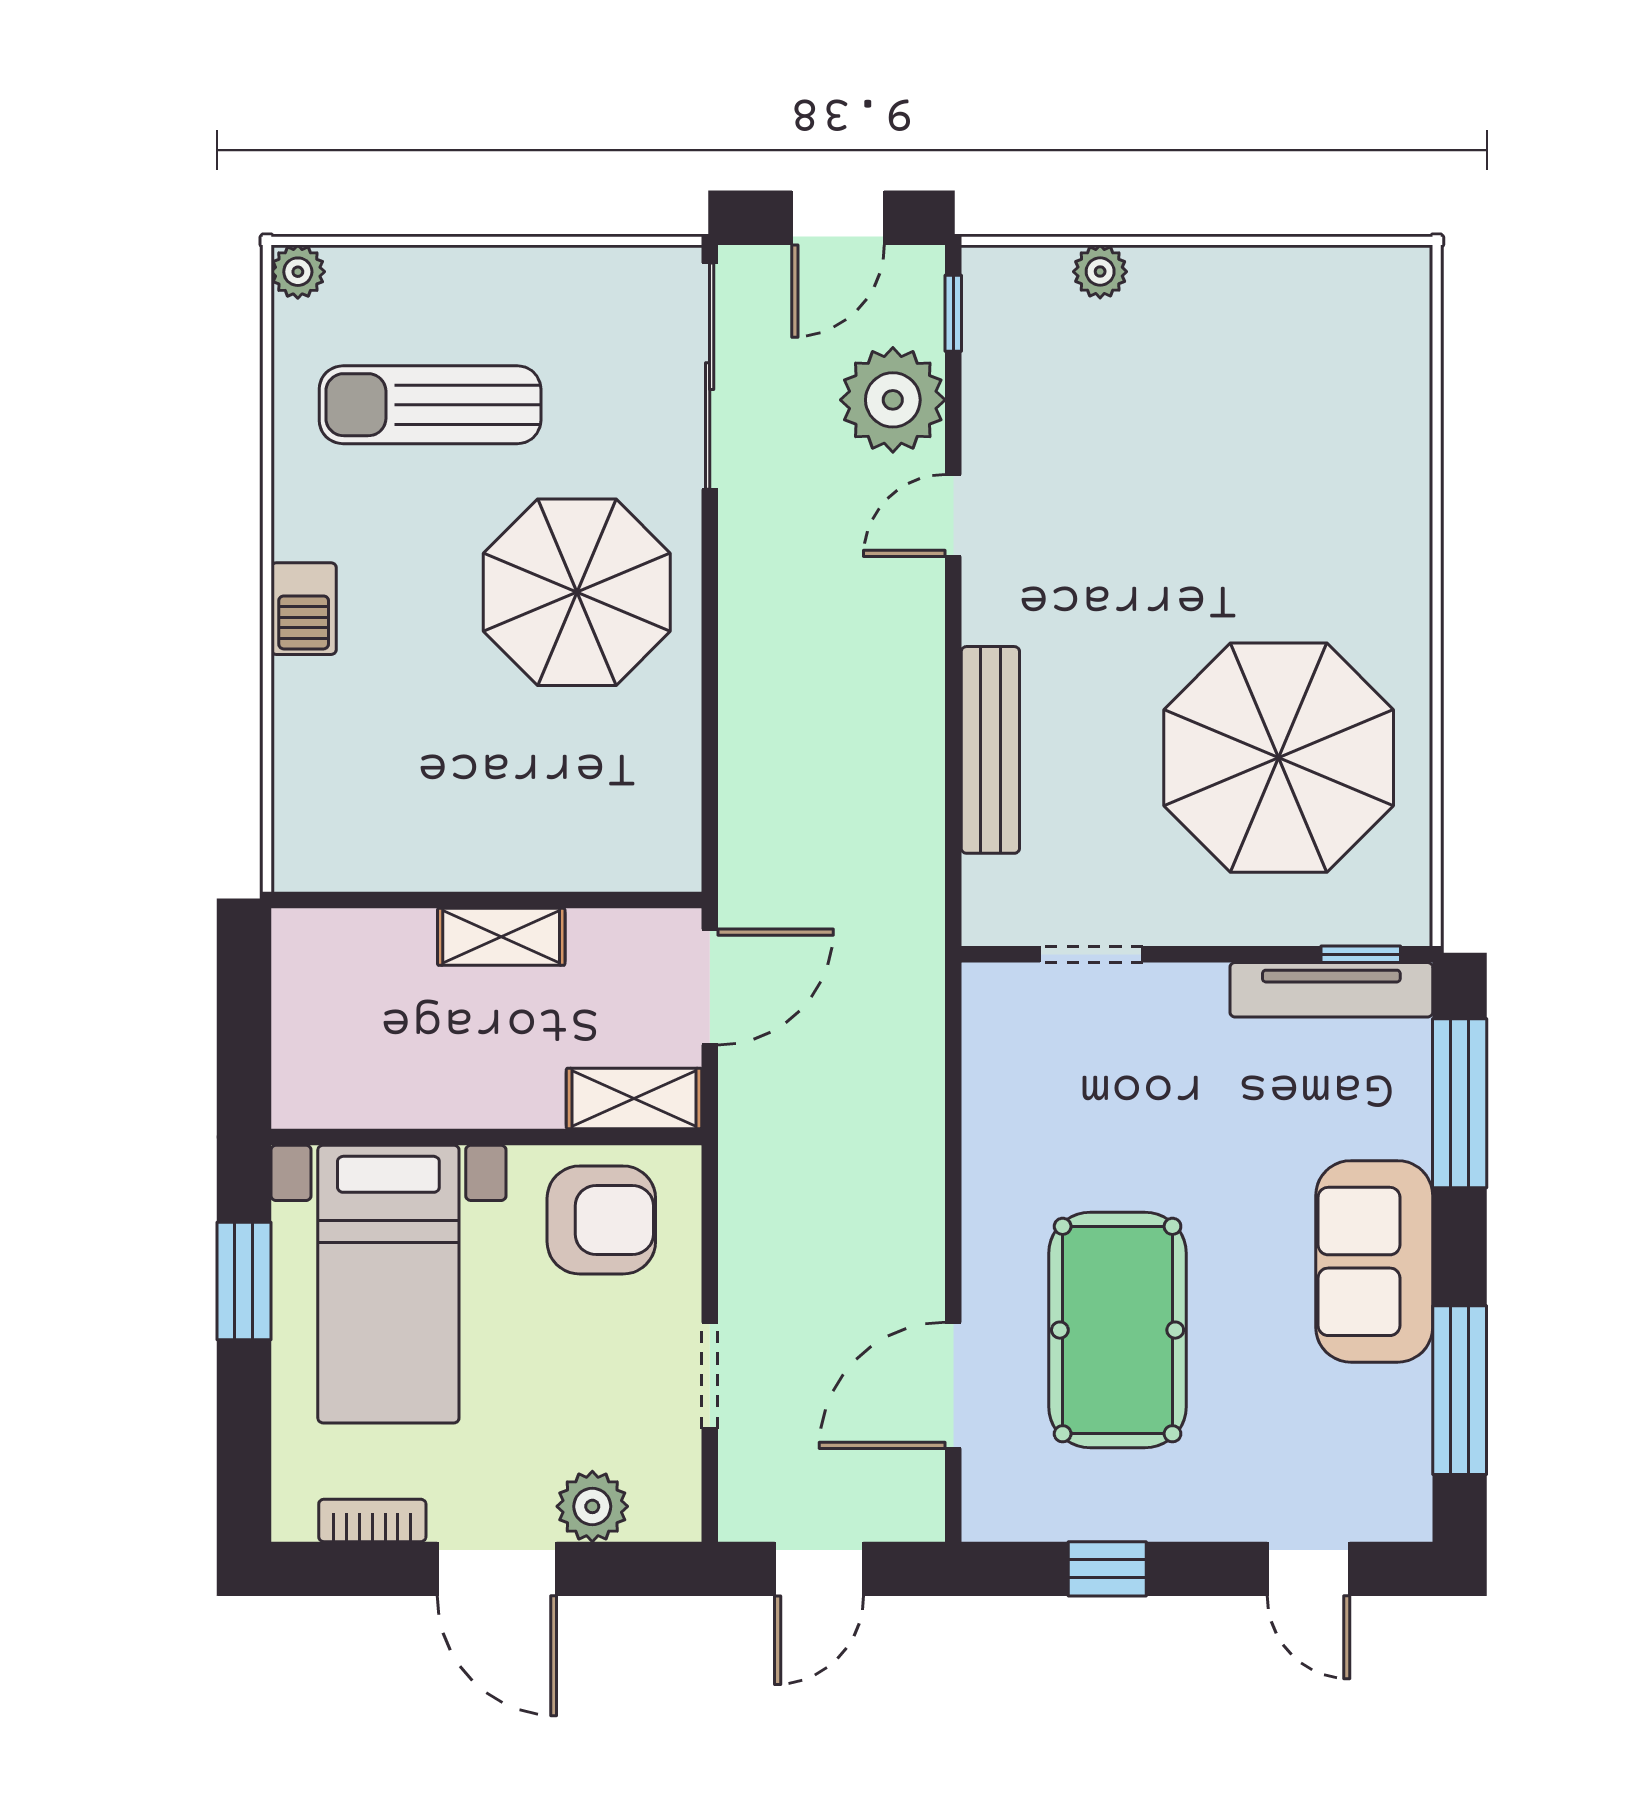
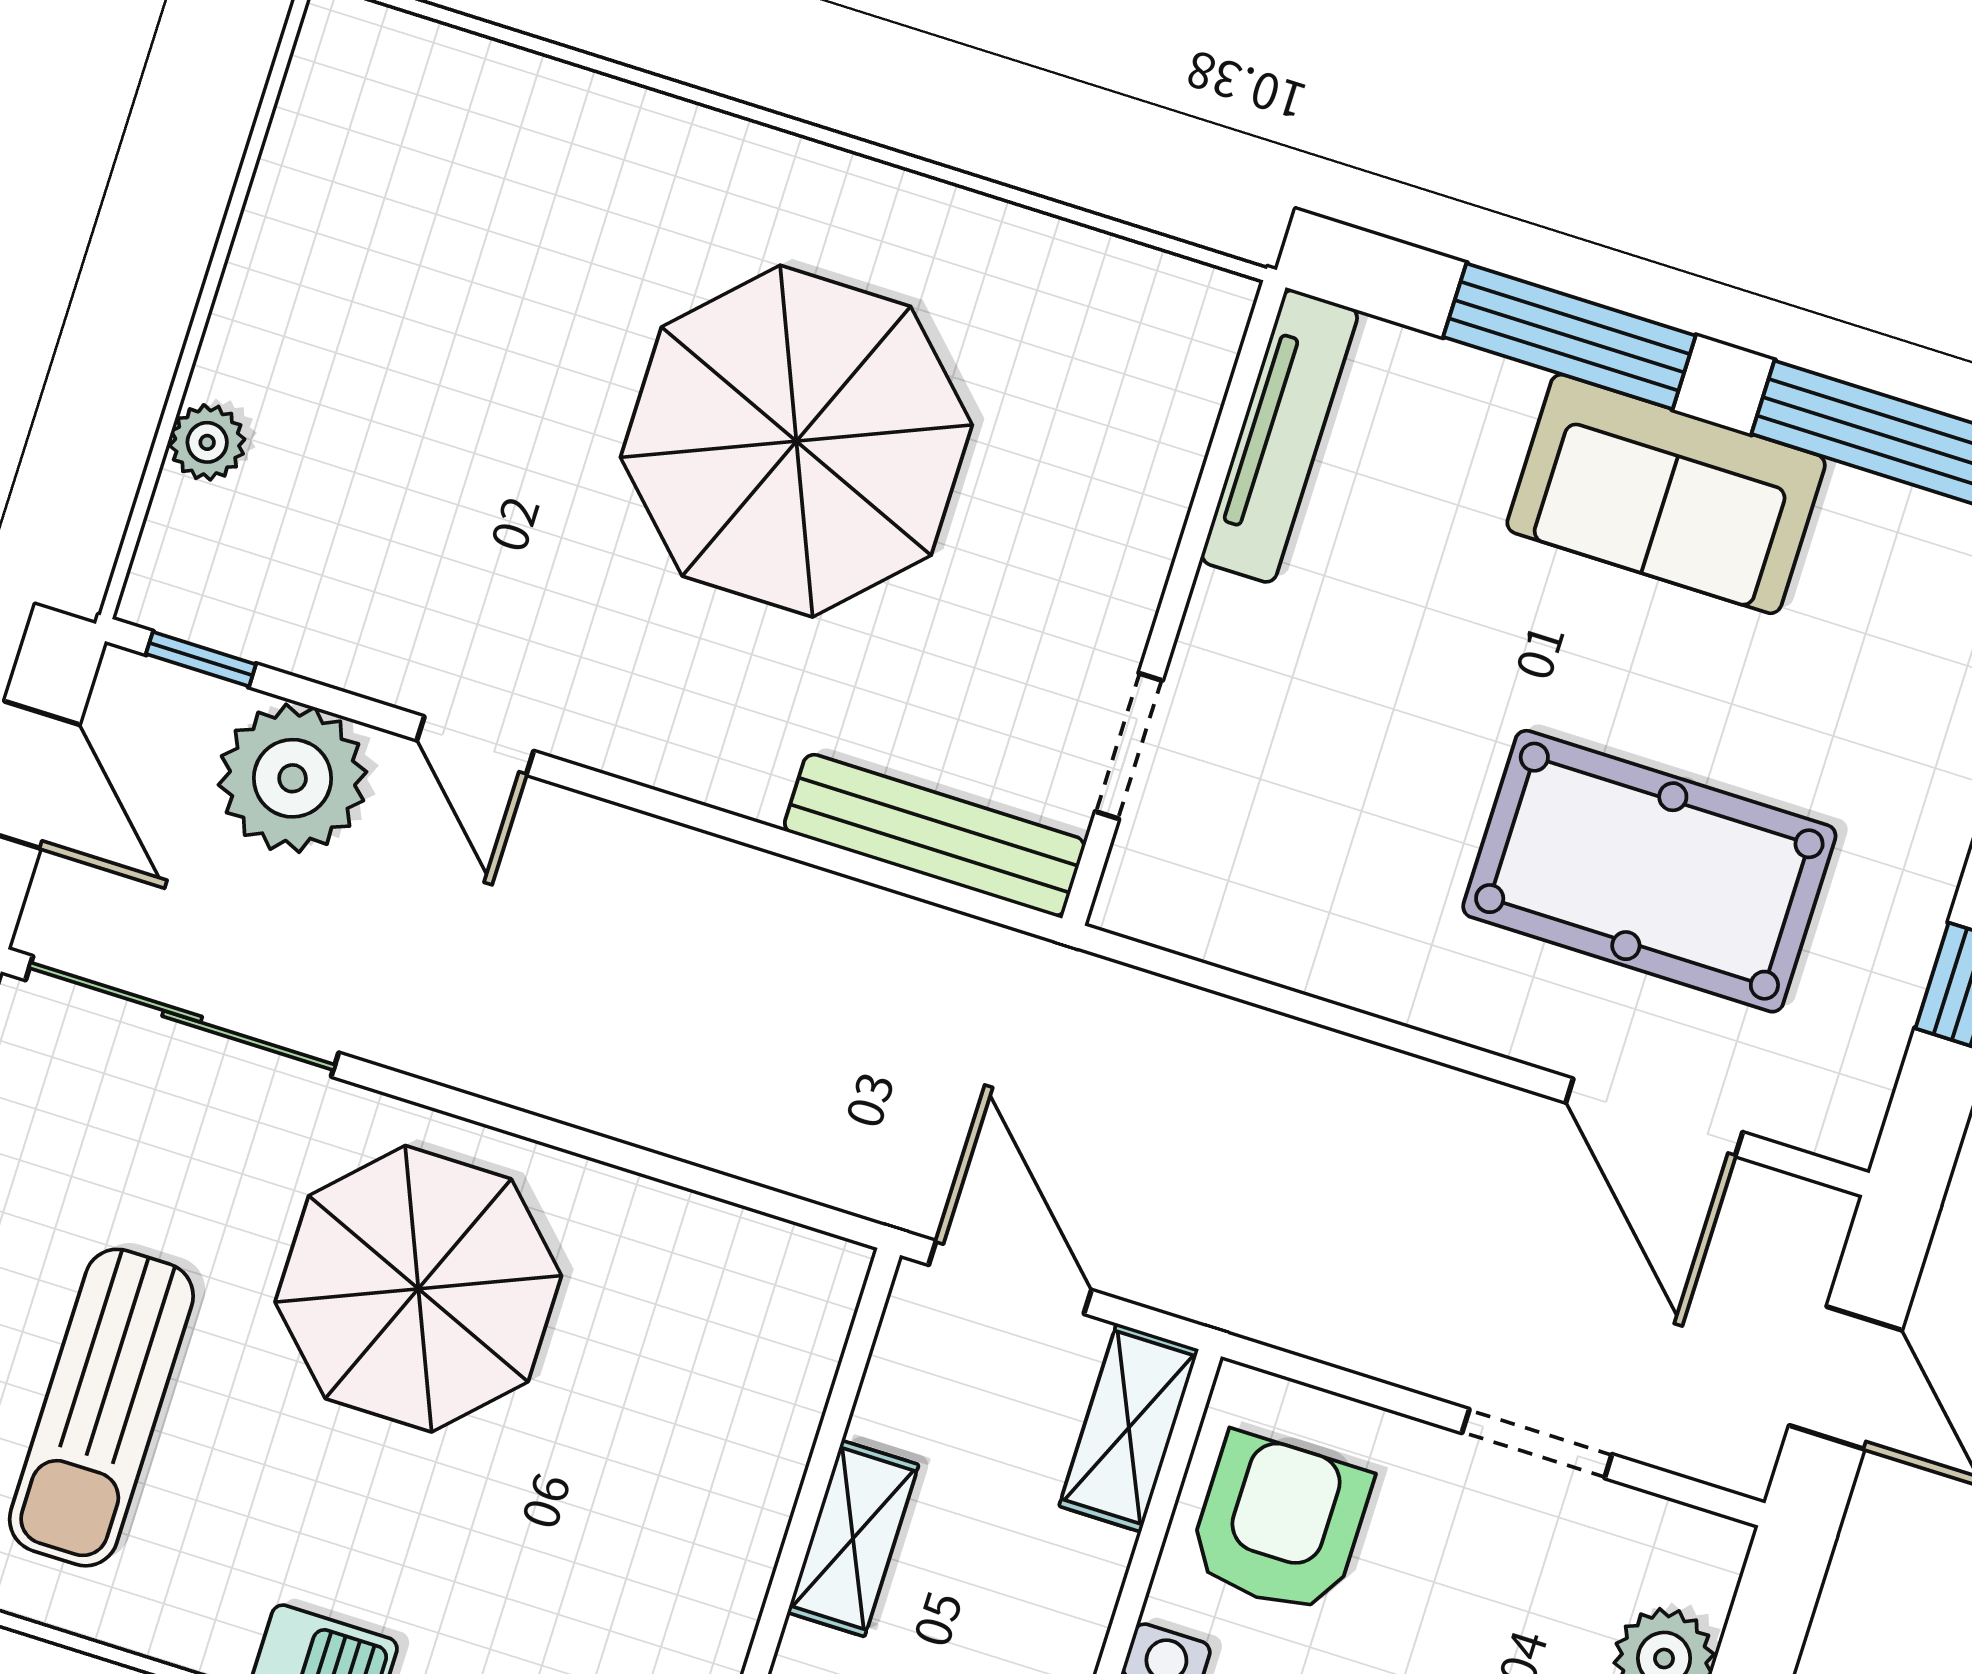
bench: (990, 750) -> (934, 835), moved
parasol: (1279, 758) -> (796, 441), moved
window: (1361, 954) -> (1244, 381), removed
window: (1460, 1103) -> (1569, 336), moved

